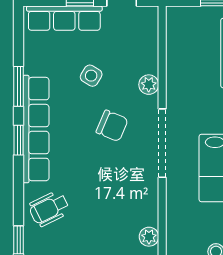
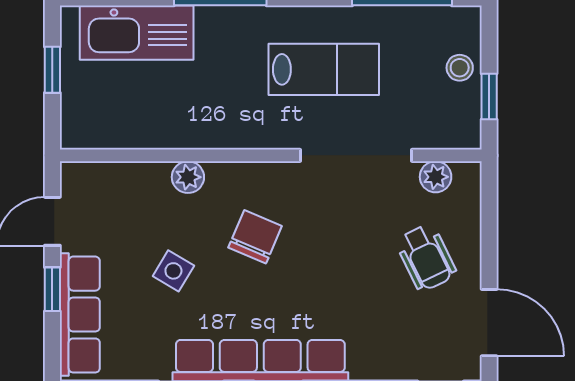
doorway: (162, 143) -> (356, 155), moved
wheelchair: (49, 209) -> (426, 258), moved

